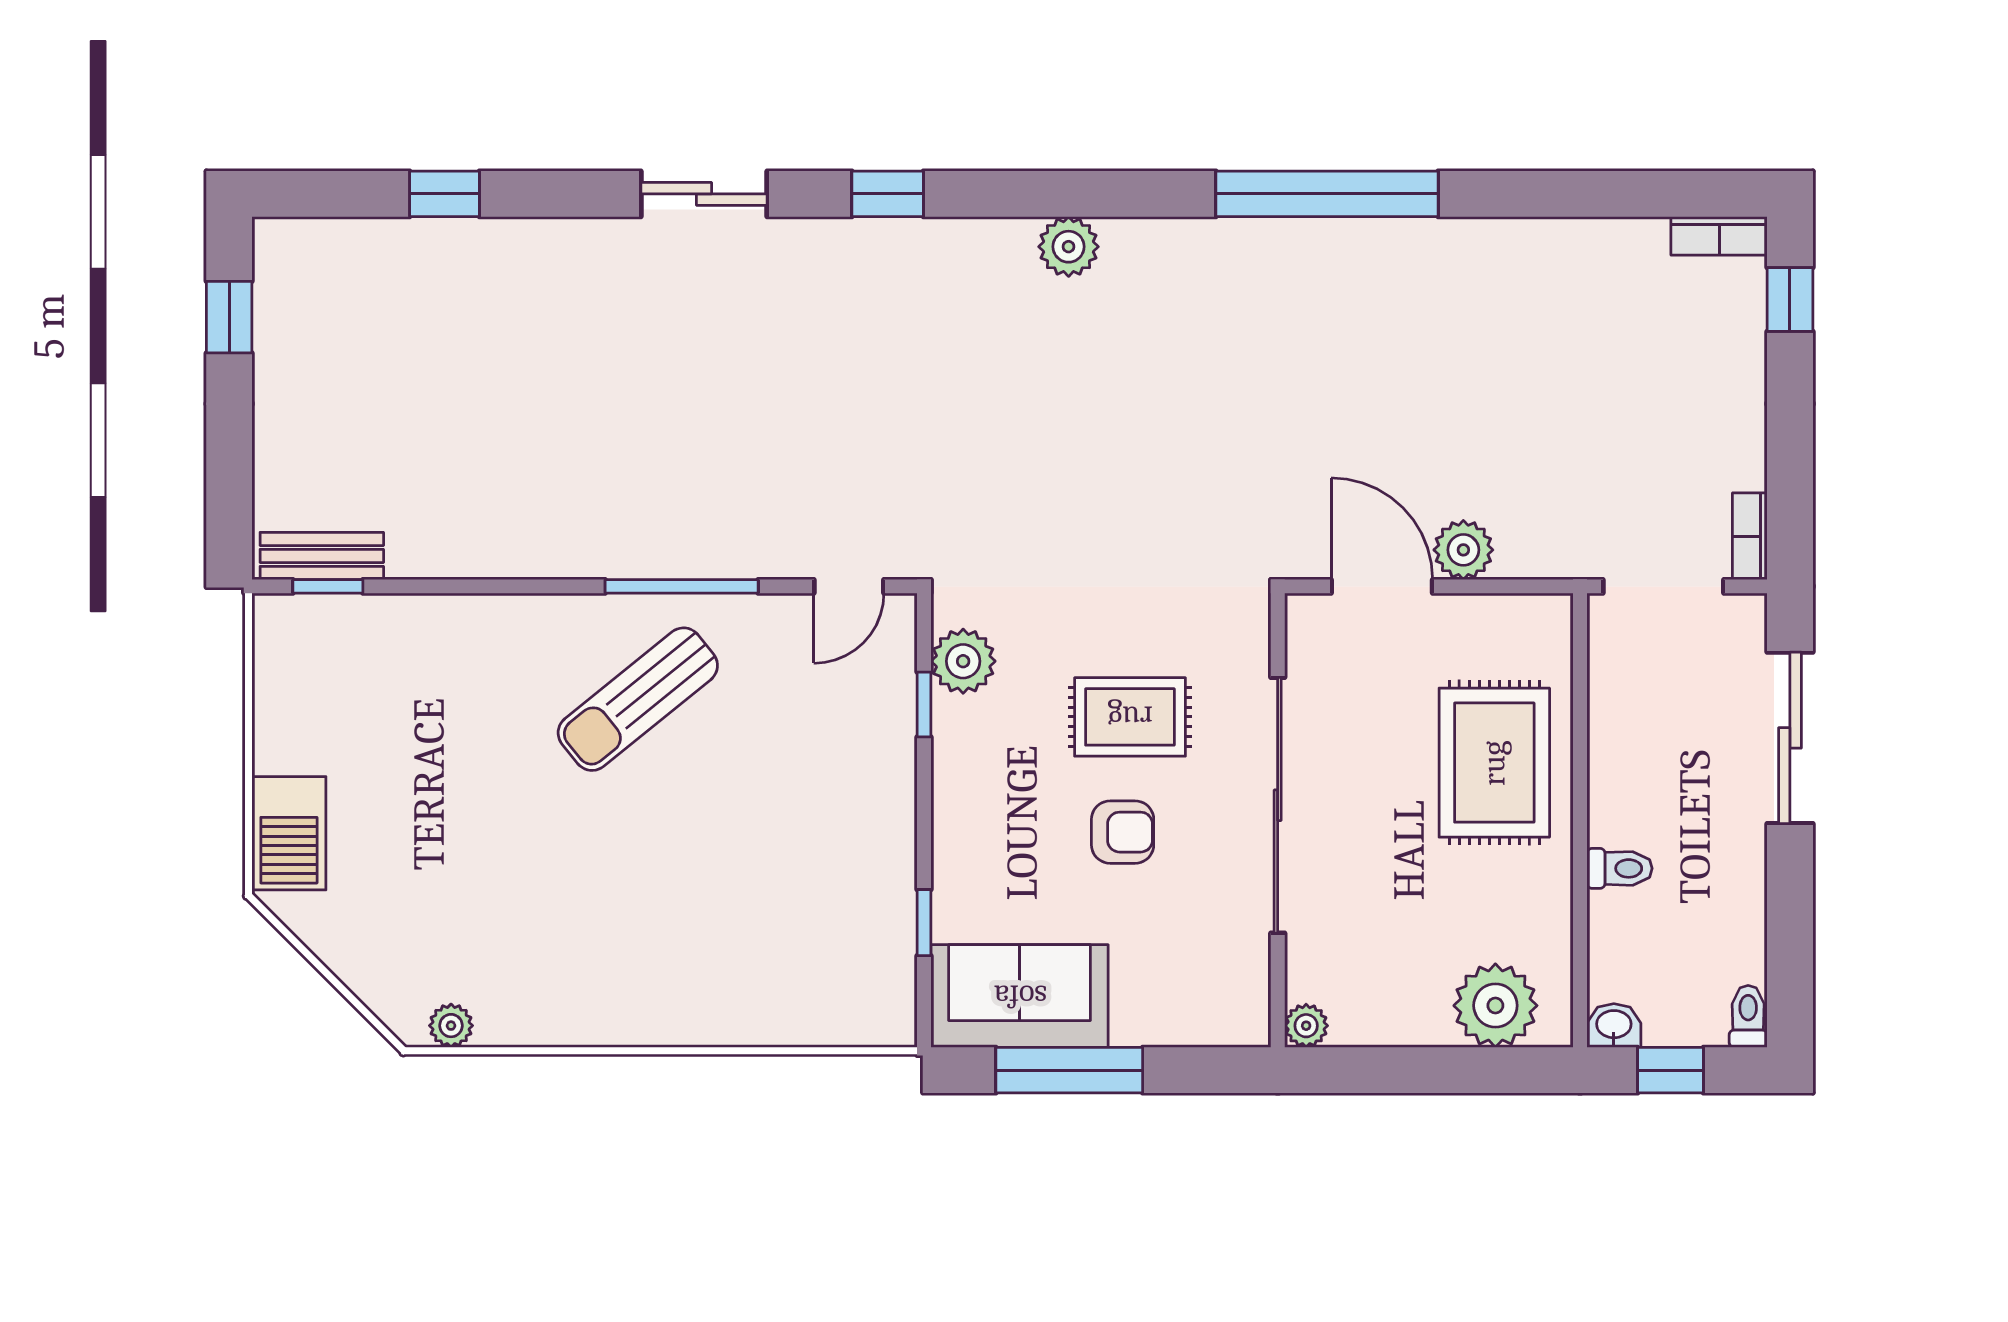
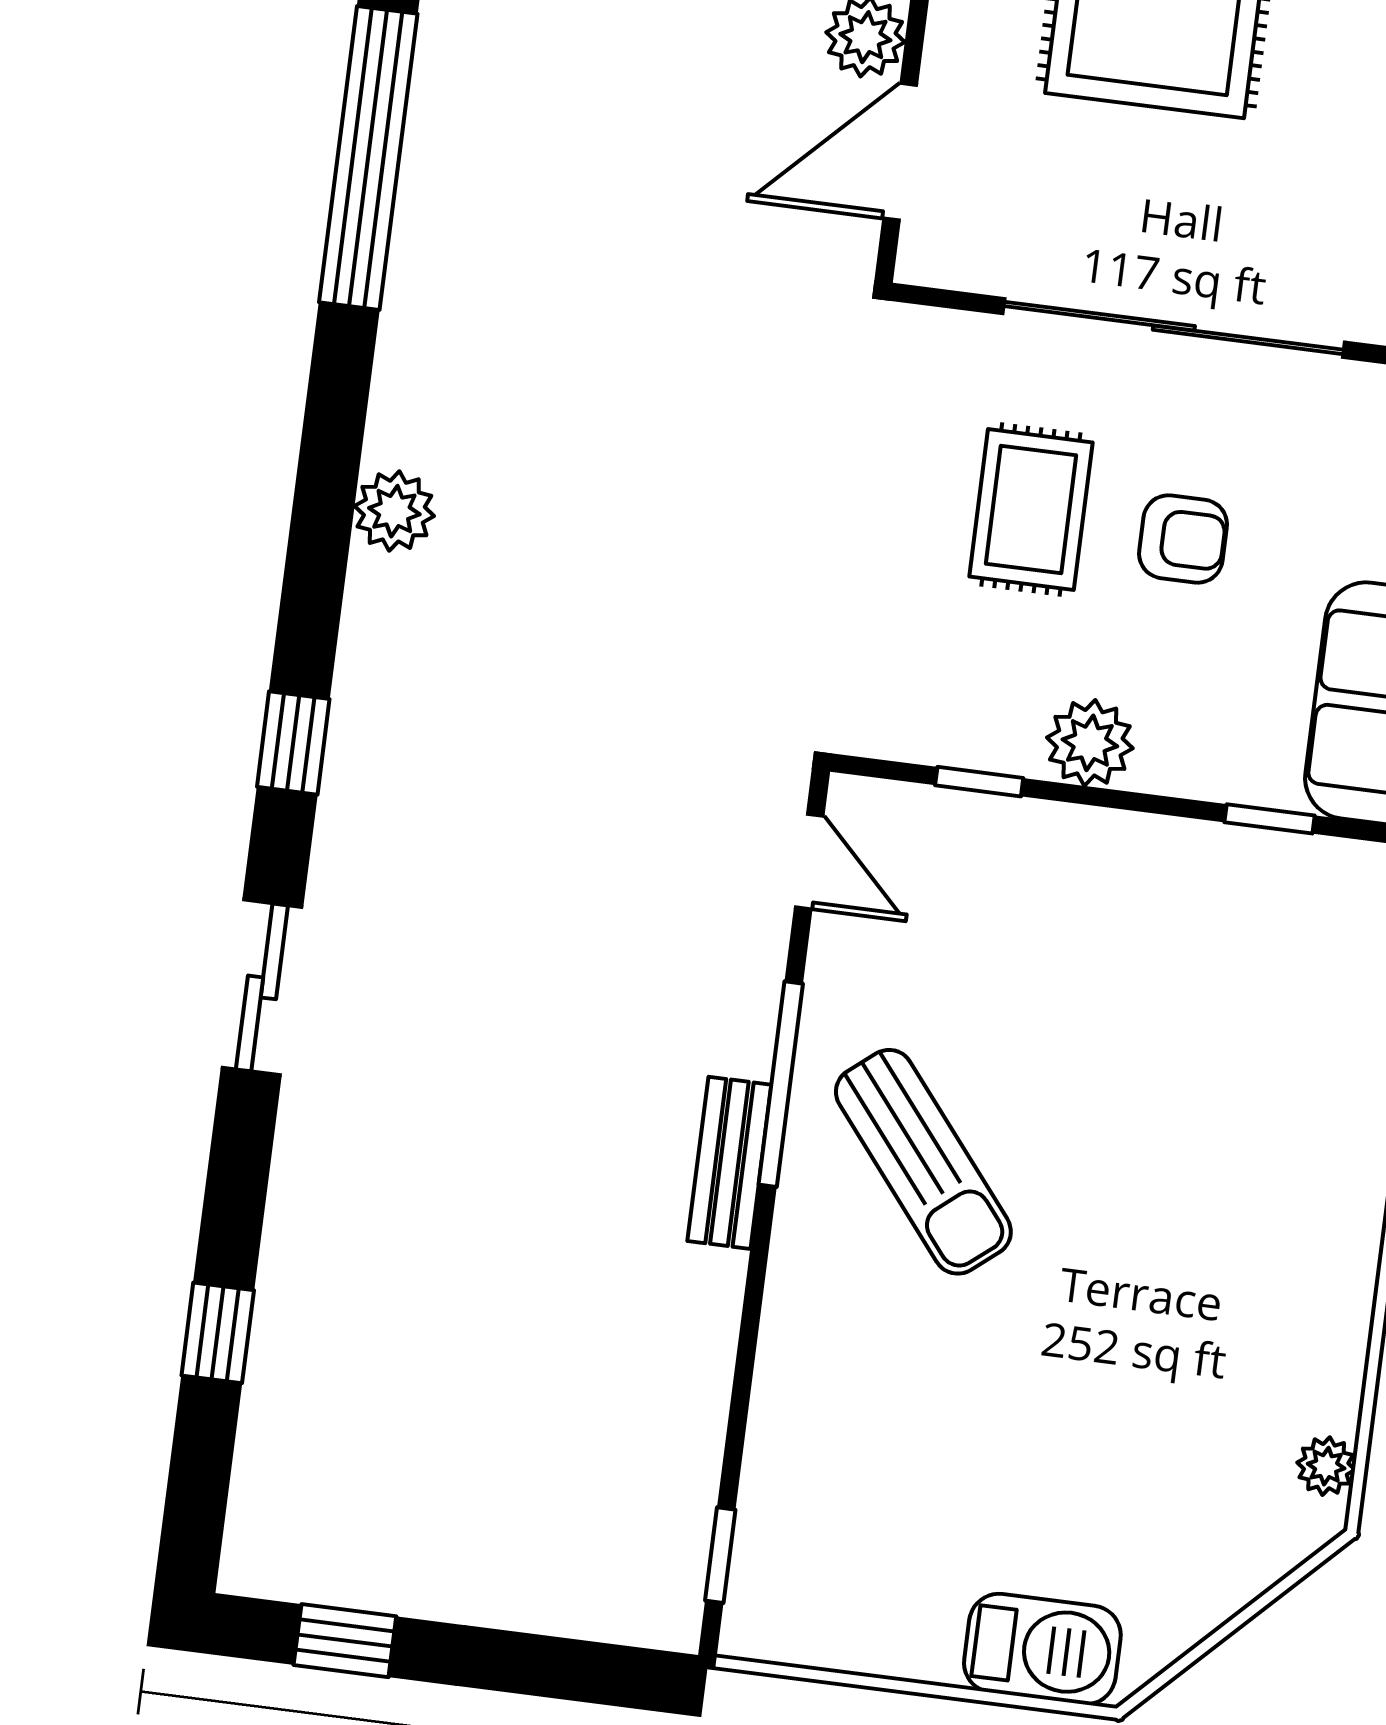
bench: (322, 556) -> (729, 1163), moved
plant: (963, 661) -> (1090, 743), moved
armchair: (1123, 832) -> (1183, 539), turned 90

